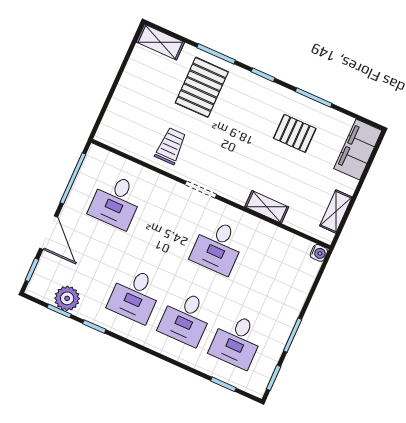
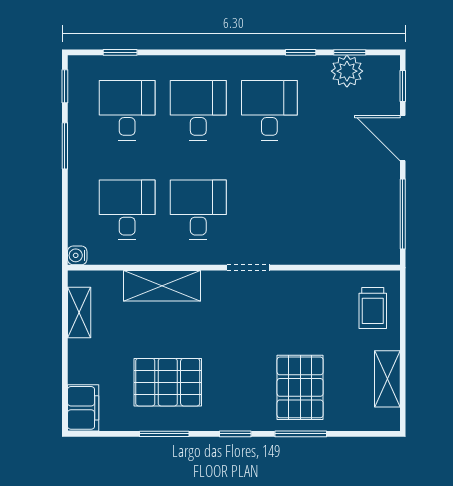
shelving: (160, 42) -> (387, 379), moved, turned 90
pallet: (295, 133) -> (168, 382), width x1.50, depth x1.42
trolley: (171, 146) -> (373, 308), moved
filing cabinet: (358, 149) -> (83, 408), width x0.67, depth x0.86
desk: (116, 201) -> (127, 210), moved
shelving: (267, 207) -> (162, 286), width x1.50, depth x1.33

